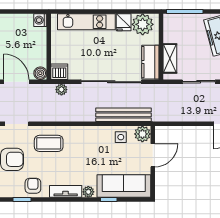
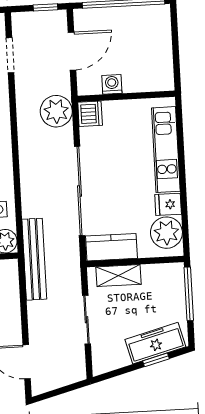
washing machine: (40, 20) -> (112, 84), moved
boiler: (40, 73) -> (86, 86), removed
plant: (61, 90) -> (56, 111), width x1.87, depth x1.87
bench: (124, 115) -> (34, 259), moved

